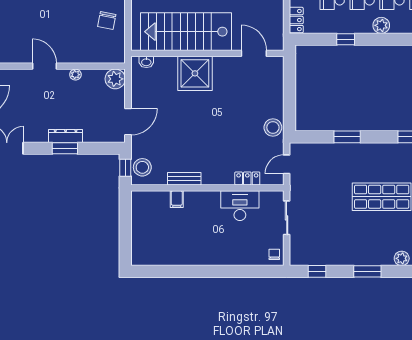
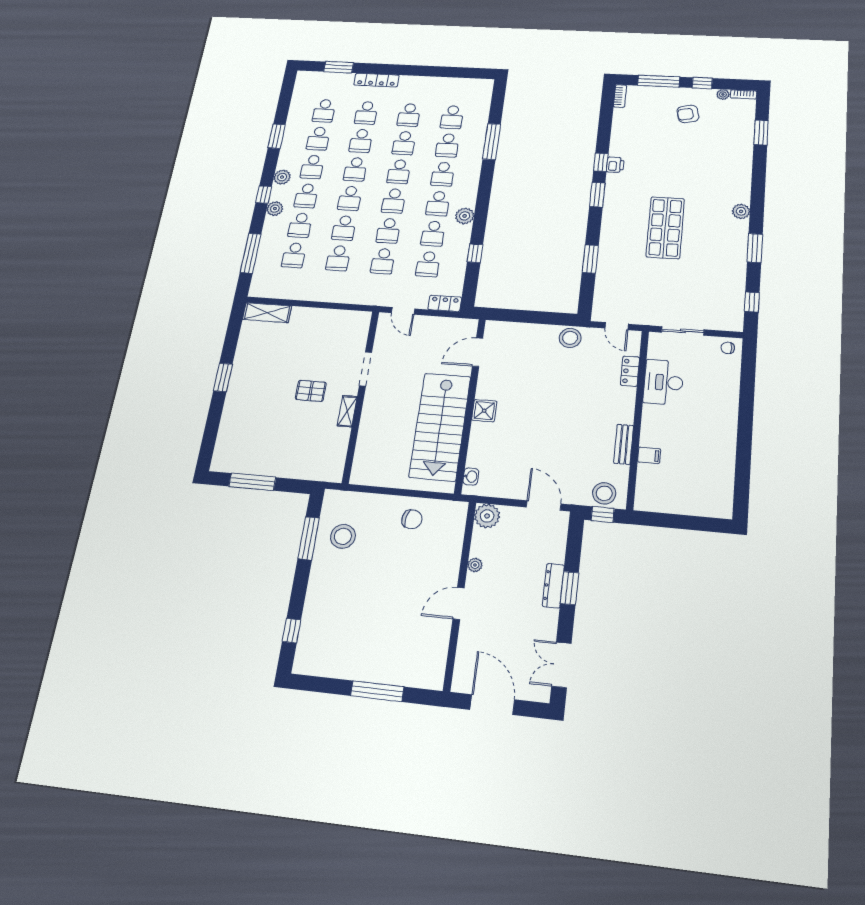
shower: (195, 73) -> (484, 411), width x0.54, depth x0.54

